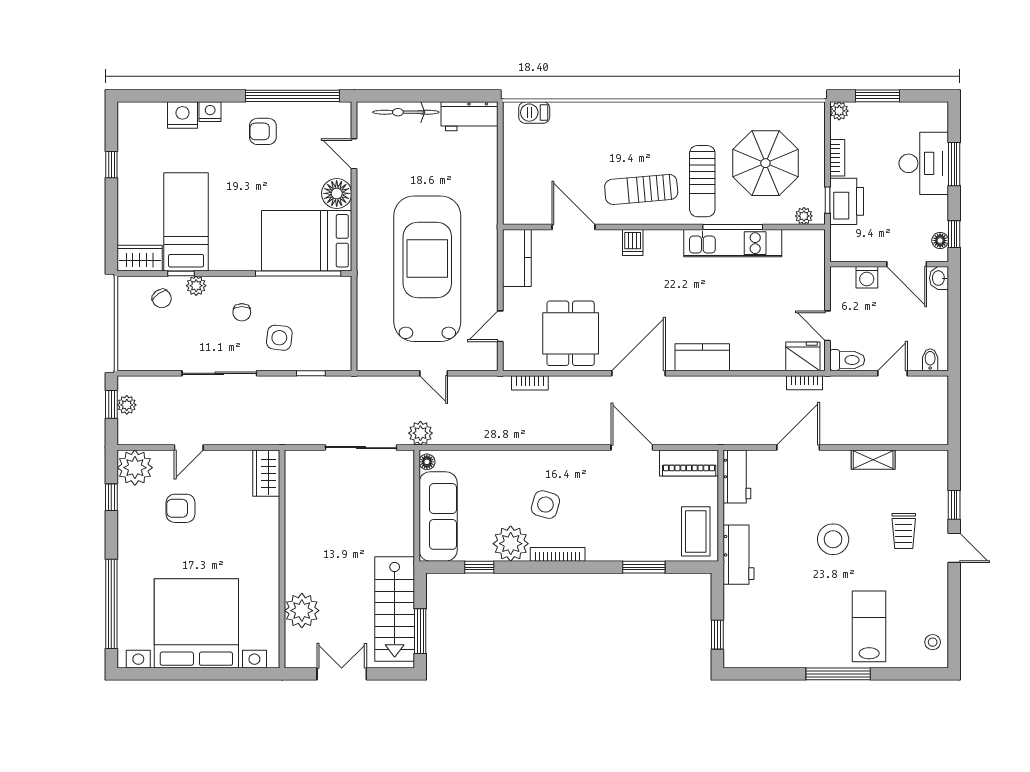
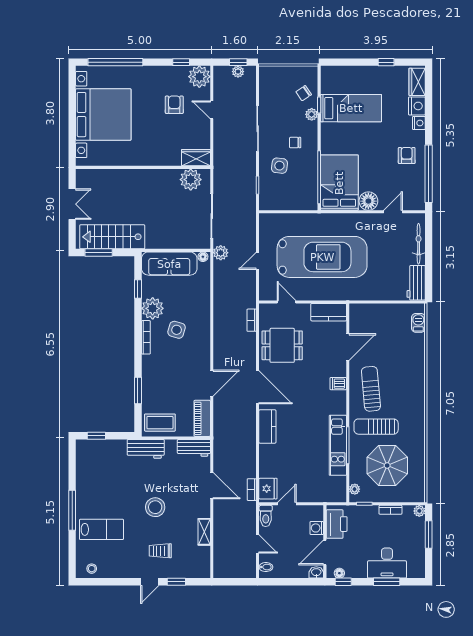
printer: (847, 201) -> (337, 524), moved, turned -90
wardrobe: (140, 258) -> (417, 82), moved, turned 180
plant: (302, 611) -> (191, 180), moved

